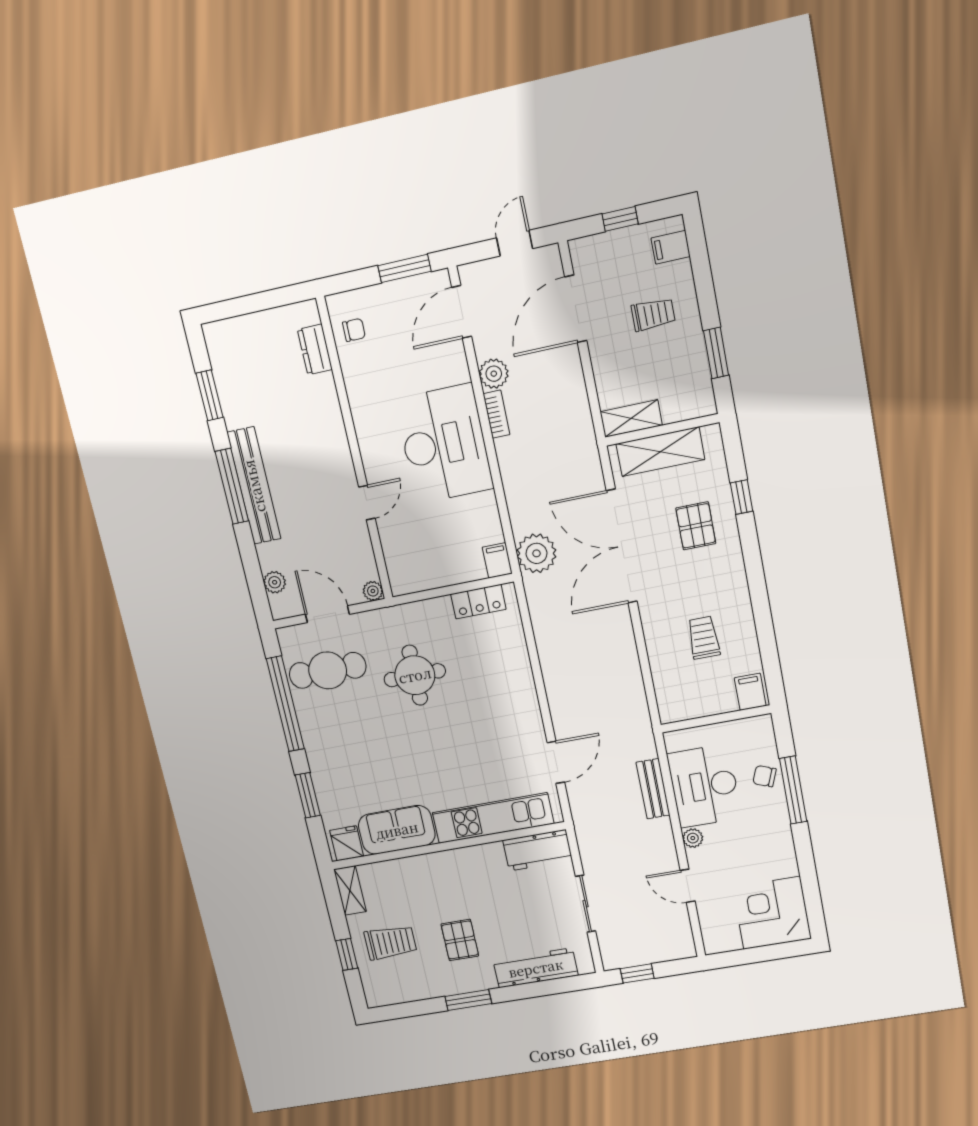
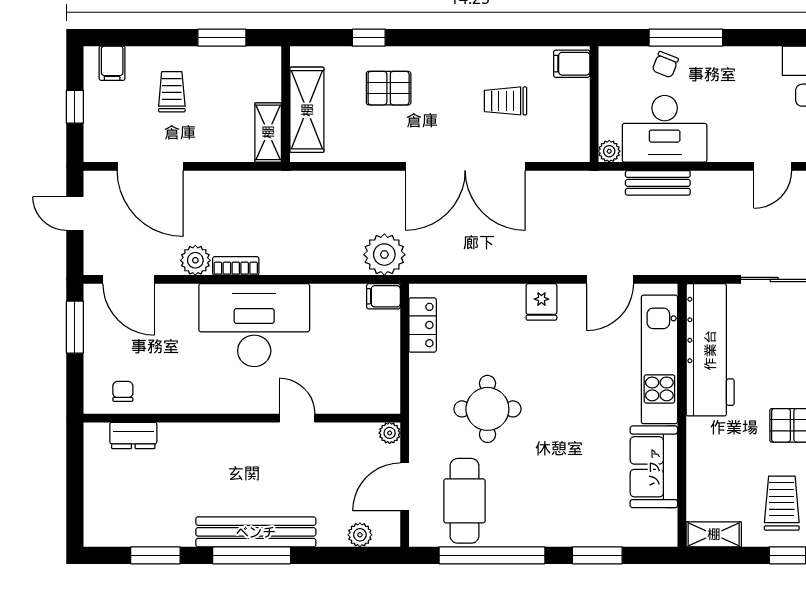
double door: (622, 546) -> (465, 166), moved
door: (556, 762) -> (610, 279), swing flipped
plant: (693, 838) -> (609, 151), moved
fridge: (347, 843) -> (541, 302), moved, turned -90
workbench: (538, 850) -> (710, 350), width x1.88, depth x1.32

